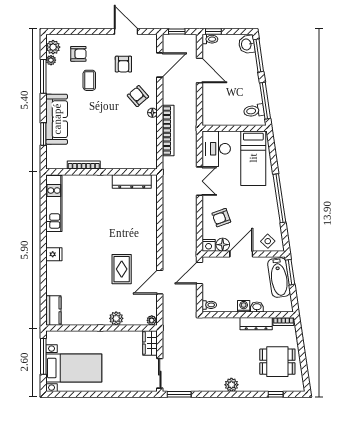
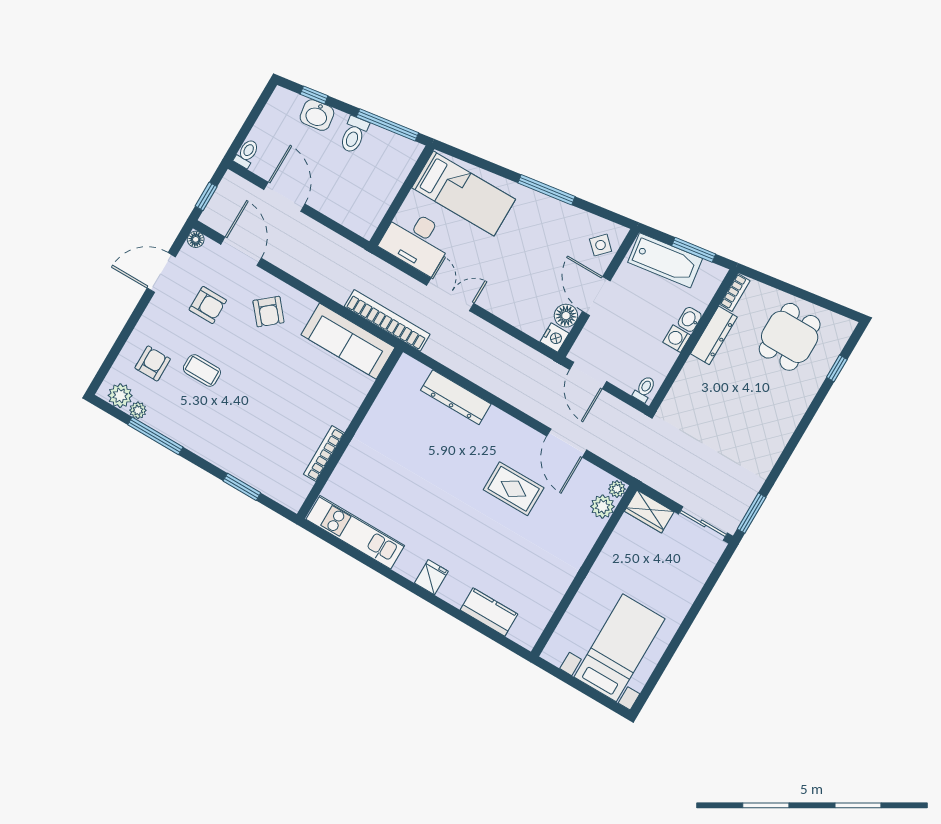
window: (213, 32) -> (239, 141), removed
washbasin: (247, 44) -> (317, 115), moved
window: (259, 55) -> (314, 95), width x0.46
door: (199, 70) -> (284, 197), hinge flipped
armchair: (138, 96) -> (268, 312), turned -89
toilet: (254, 111) -> (354, 135), moved
floor lamp: (152, 113) -> (196, 239), moved
sofa: (57, 119) -> (348, 341), moved, turned 180
bookcase: (168, 131) -> (387, 320), moved
dresser: (132, 181) -> (456, 397), moved, turned 90
window: (279, 198) -> (546, 190), width x0.68
armchair: (221, 218) -> (524, 294), removed
window: (290, 272) -> (694, 250), moved
kitchen counter: (53, 310) -> (489, 612), moved
plant: (116, 318) -> (603, 507), moved
window: (43, 356) -> (575, 683), removed
plant: (231, 385) -> (784, 426), removed

